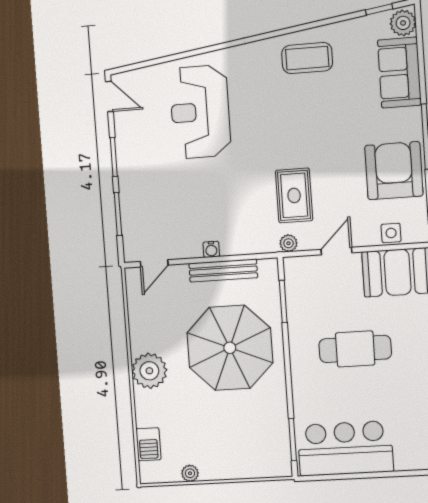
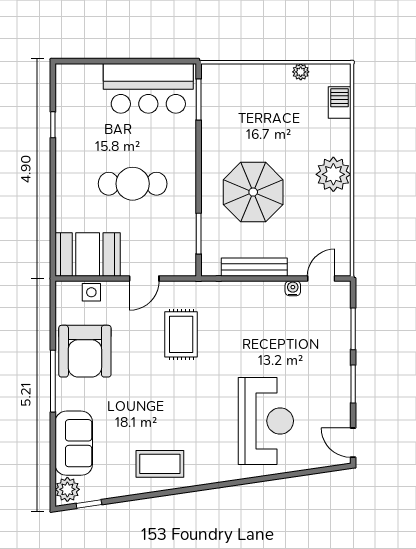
plant: (288, 243) -> (190, 289), removed
water cooler: (211, 249) -> (293, 288), moved
parasol: (230, 348) -> (253, 192), width x0.73, depth x0.73

